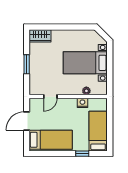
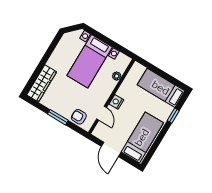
wardrobe: (40, 36) -> (42, 83), width x1.50
armchair: (37, 81) -> (79, 117), added
nightstand: (82, 103) -> (116, 102), moved

